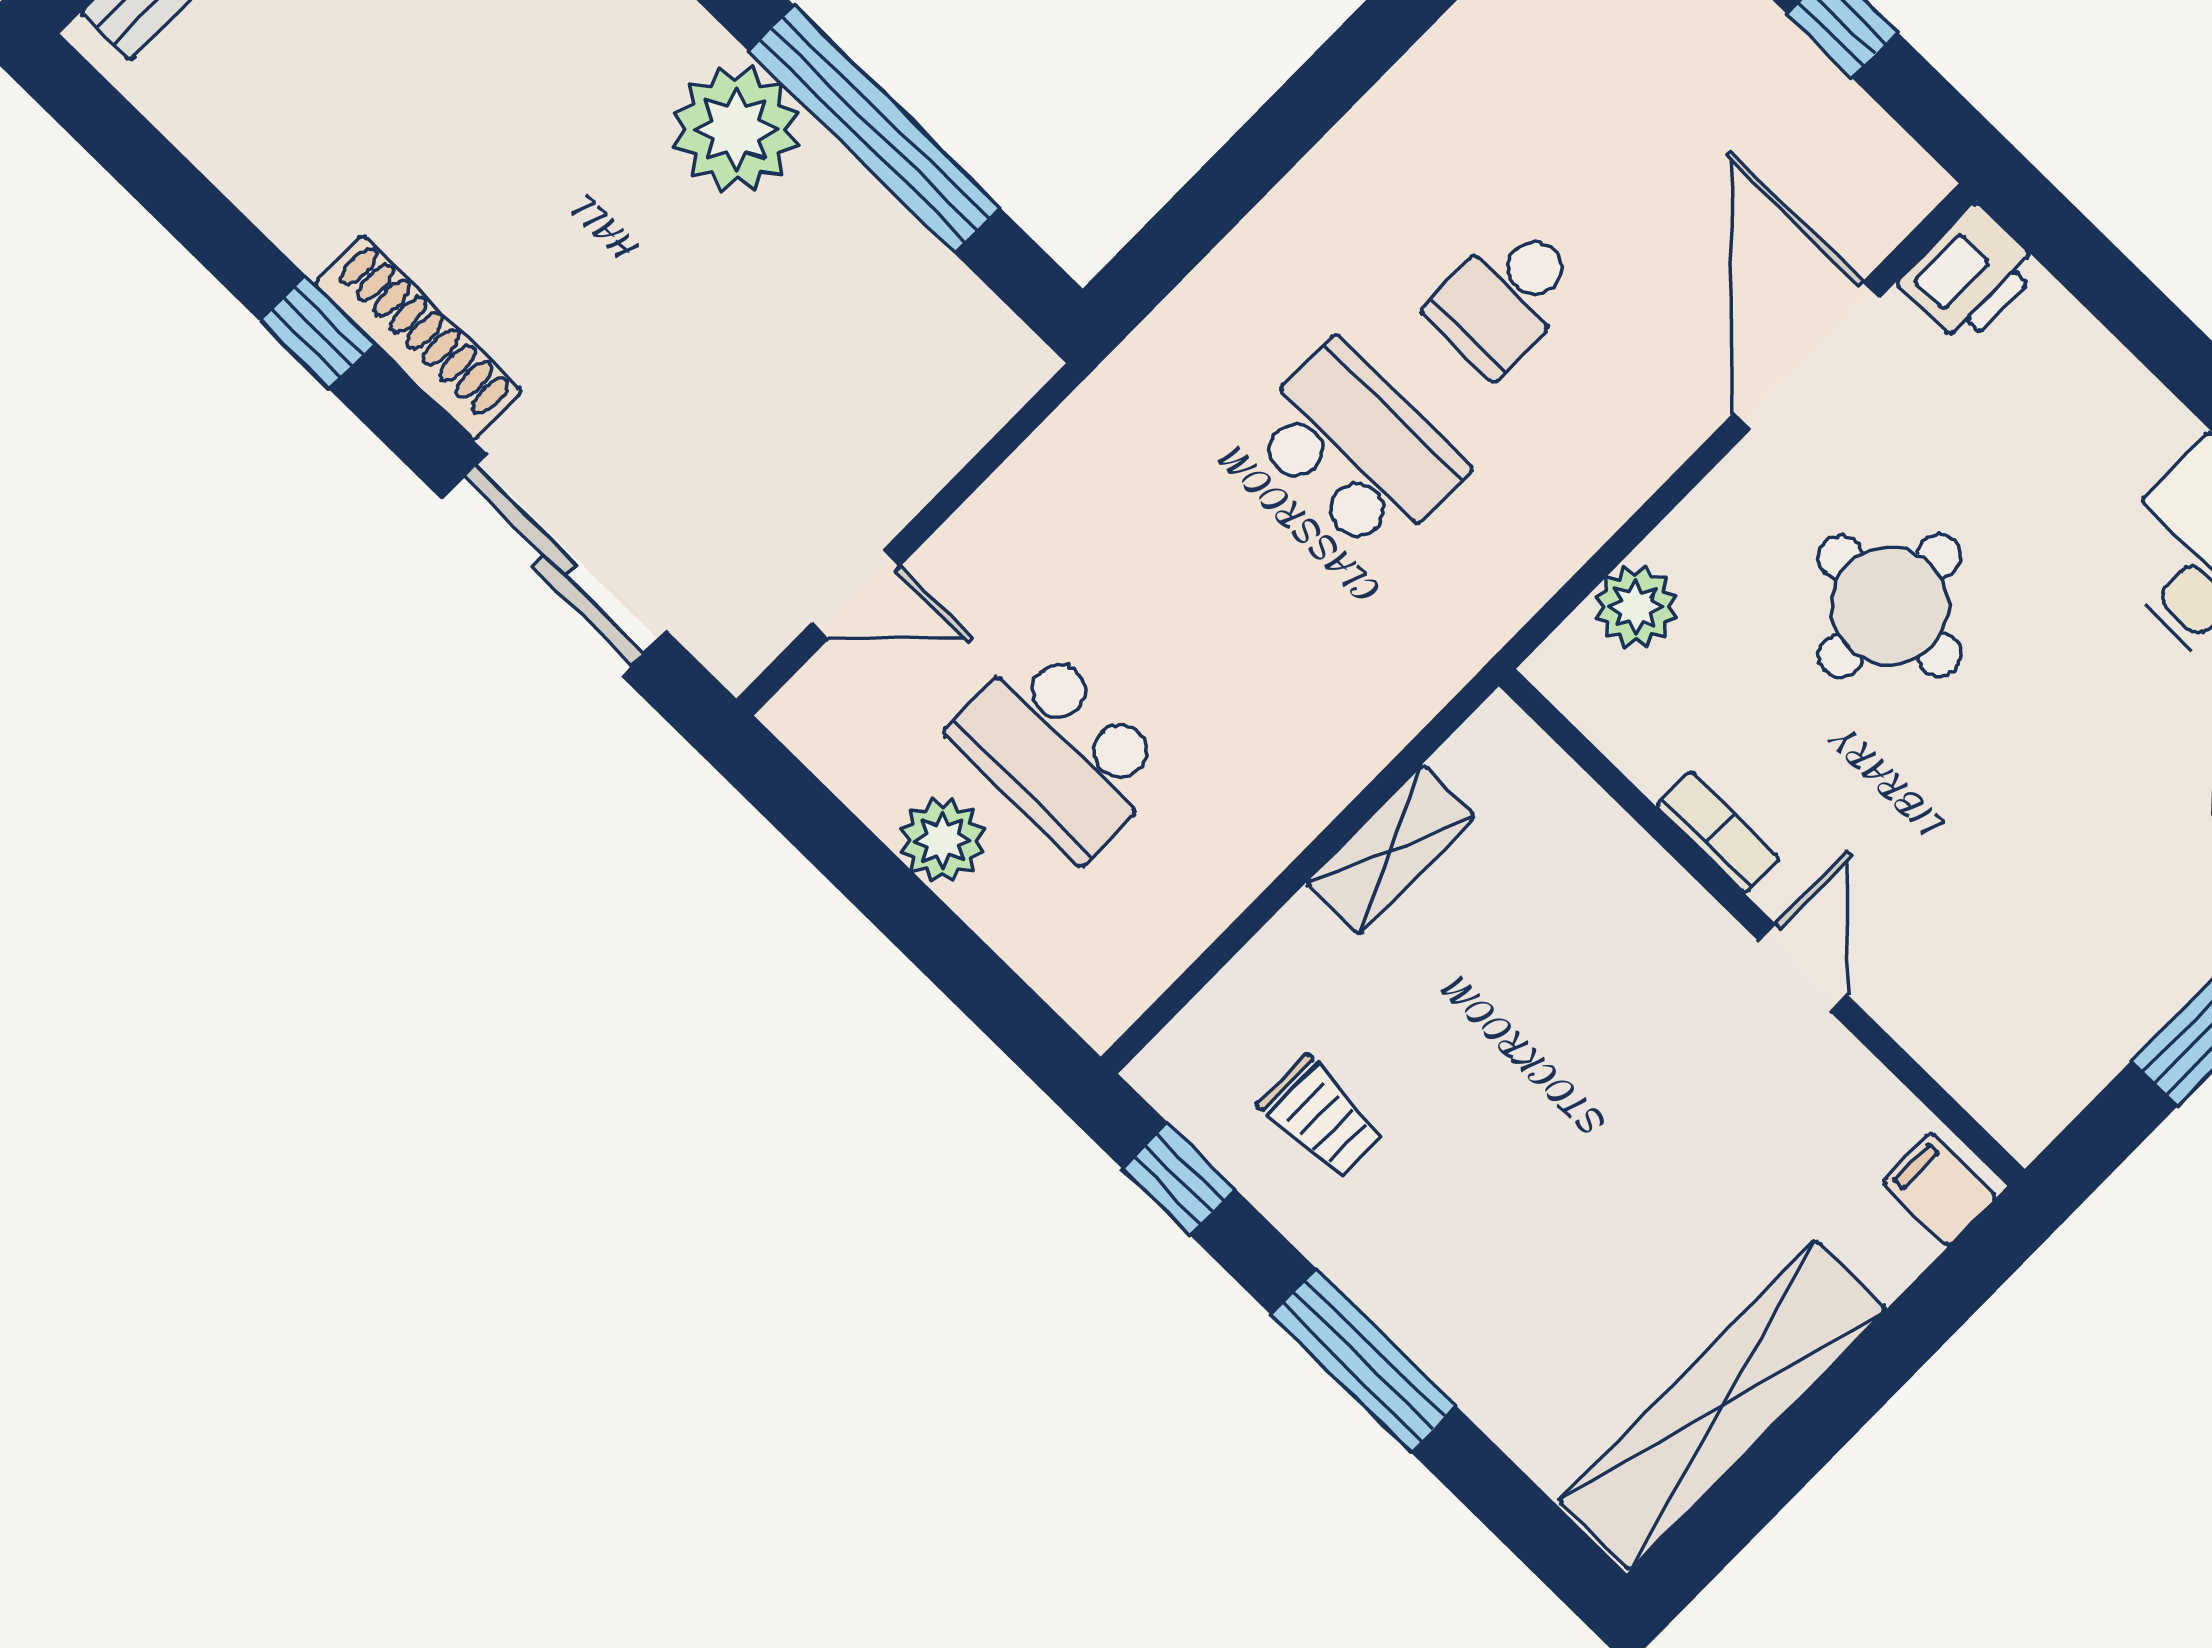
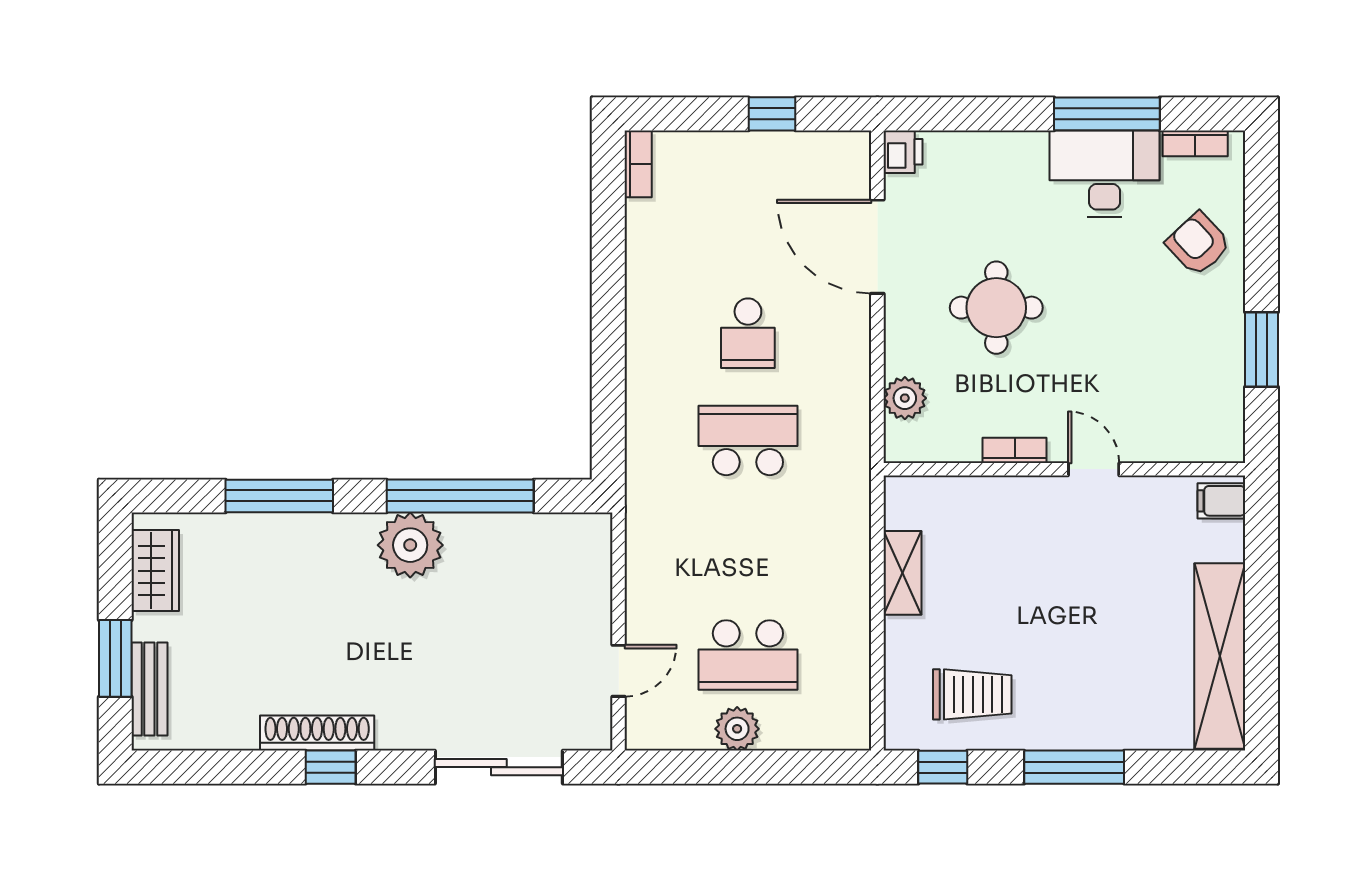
printer: (1970, 275) -> (903, 152), width x0.73, depth x0.81
shoe rack: (418, 337) -> (317, 733), moved
trolley: (1321, 1117) -> (972, 694), width x1.36, depth x1.39

